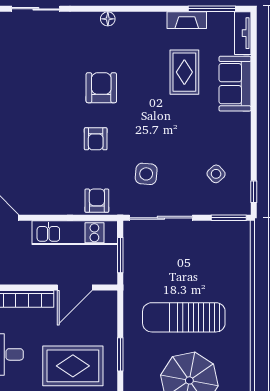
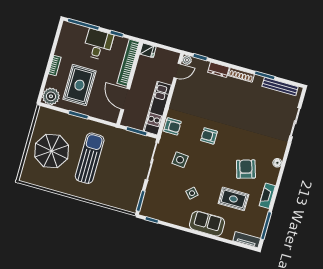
fireplace: (187, 20) -> (267, 196), moved
sofa: (235, 84) -> (207, 224), moved
armchair: (101, 88) -> (246, 169), moved, turned -107
side table: (216, 174) -> (192, 193), moved

